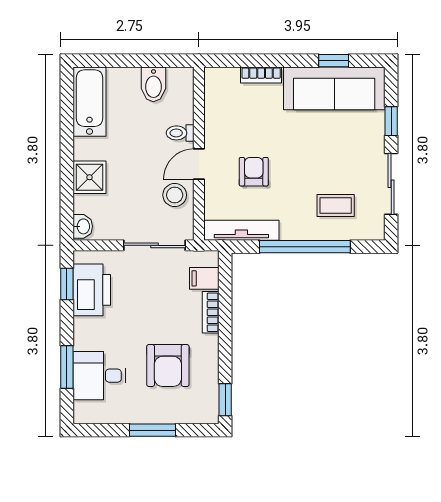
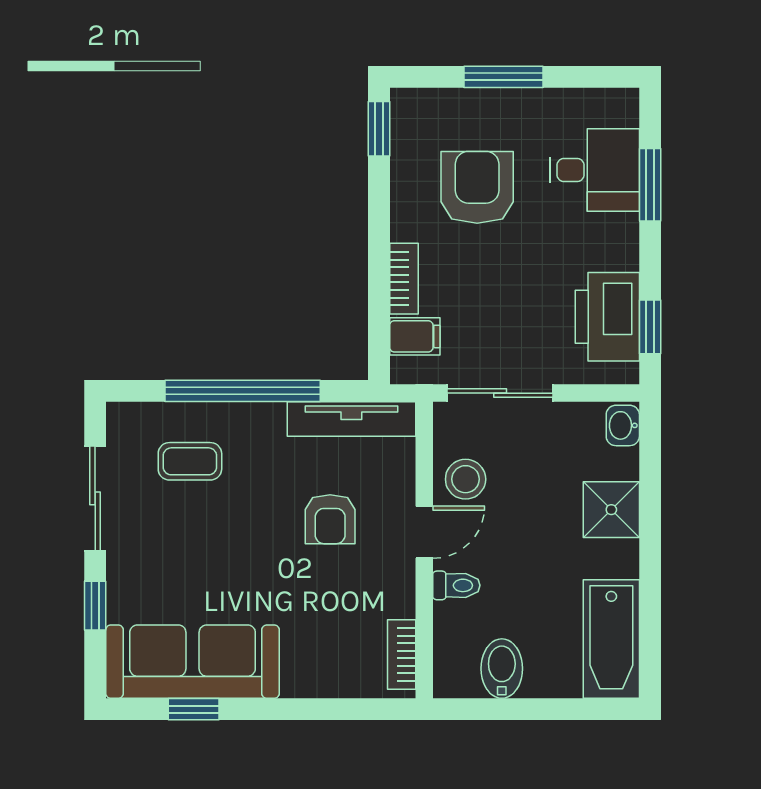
bookcase: (261, 75) -> (402, 654), moved, turned -90

